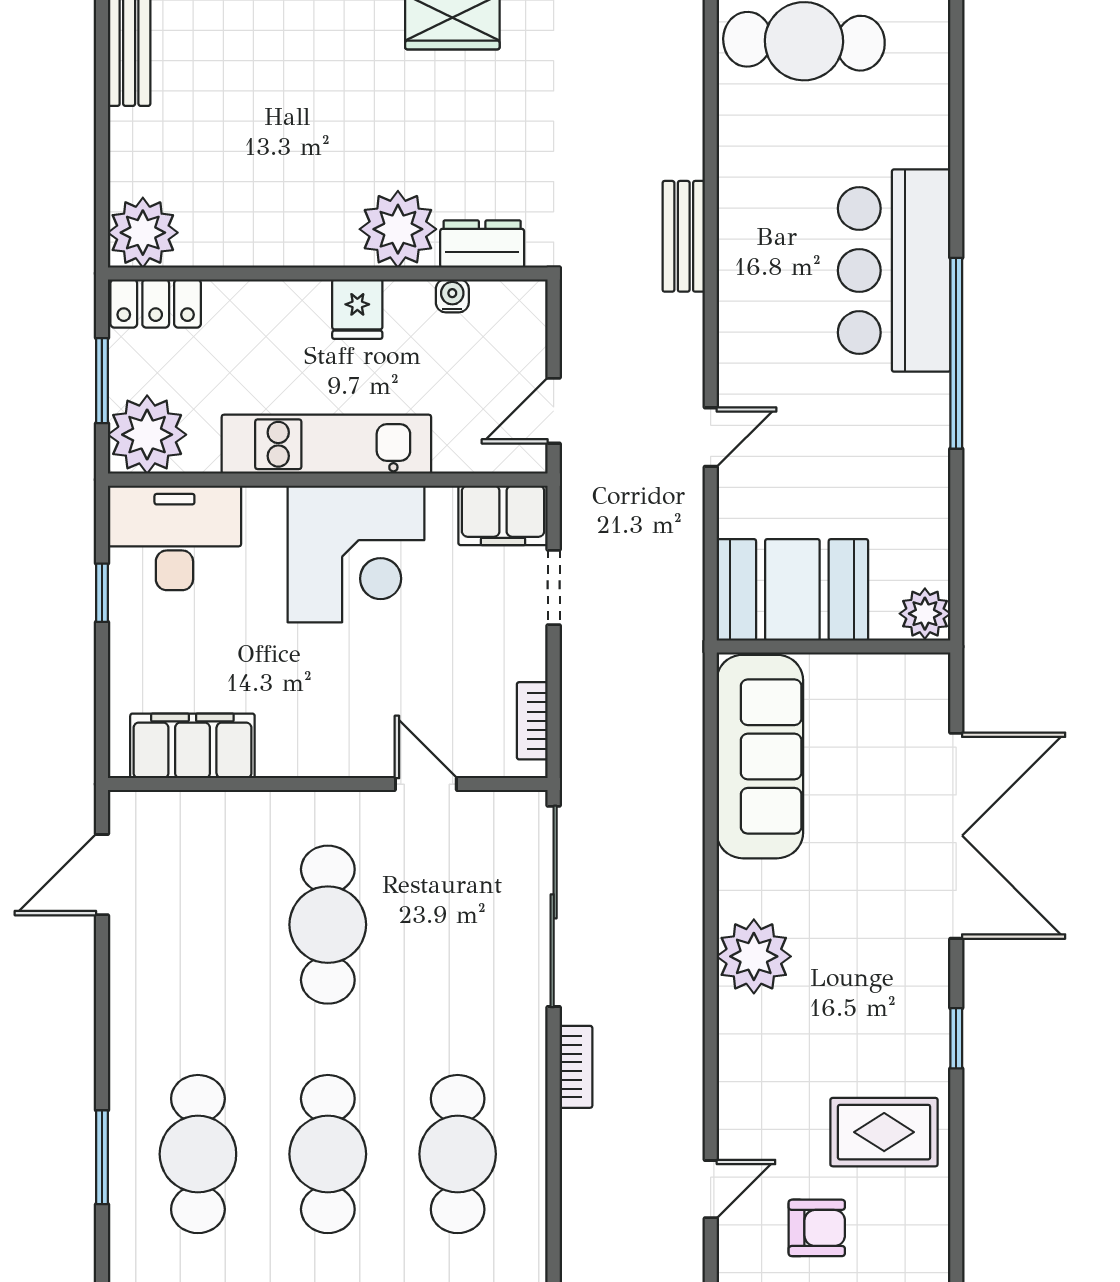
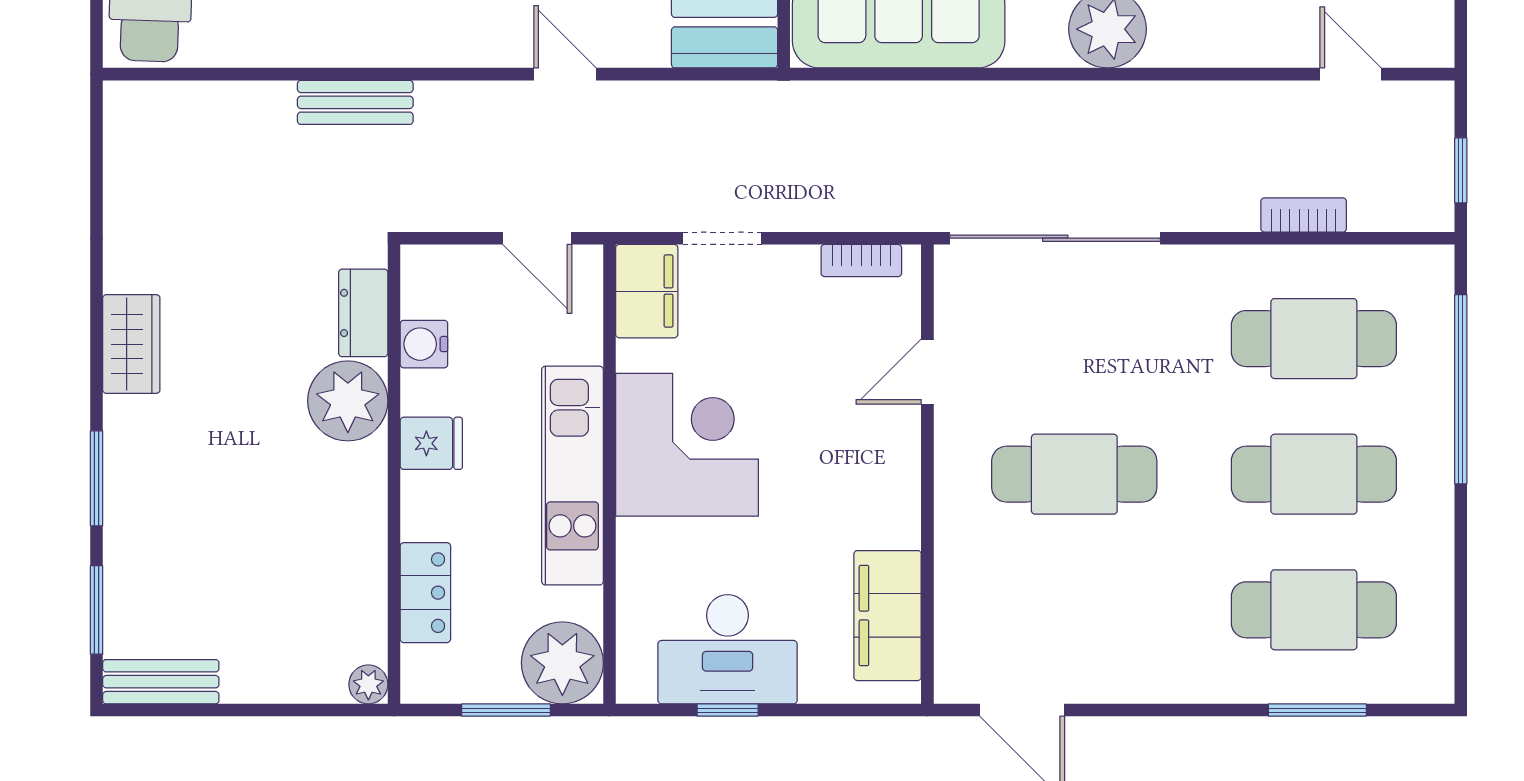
plant: (143, 233) -> (368, 684), width x0.53, depth x0.53
water cooler: (452, 296) -> (424, 344), width x1.38, depth x1.38
locker: (156, 303) -> (425, 593), moved
desk: (174, 538) -> (728, 649), moved, turned -90
bookcase: (576, 1067) -> (1304, 215), moved

